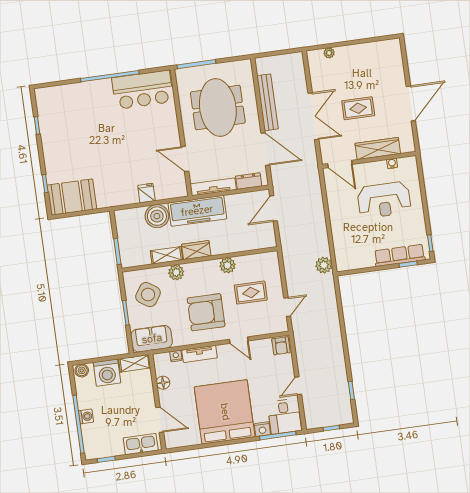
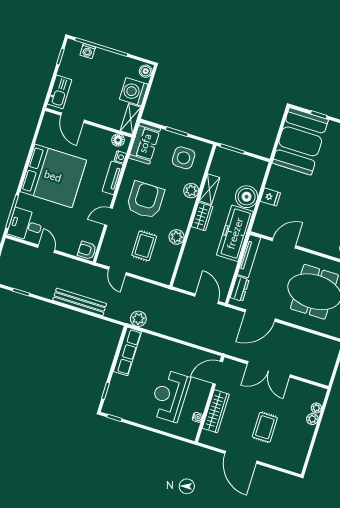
plant: (342, 52) -> (312, 419), added
bench: (268, 102) -> (80, 302), moved
rug: (358, 108) -> (265, 427), moved
booth: (72, 197) -> (300, 141), width x1.36, depth x1.42
row of seats: (400, 255) -> (127, 351), moved
side table: (148, 295) -> (184, 158), turned -34
floor lamp: (163, 383) -> (118, 140), moved
washing machine: (86, 416) -> (88, 51), moved
door: (160, 420) -> (73, 118), hinge flipped
nightstand: (262, 429) -> (24, 201), removed

